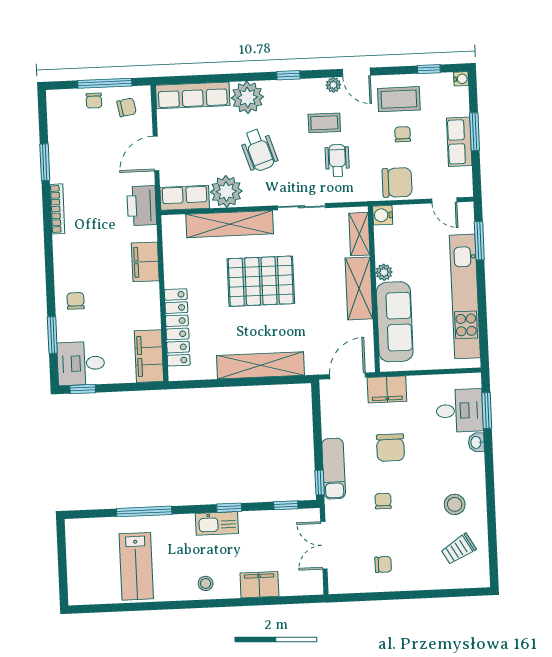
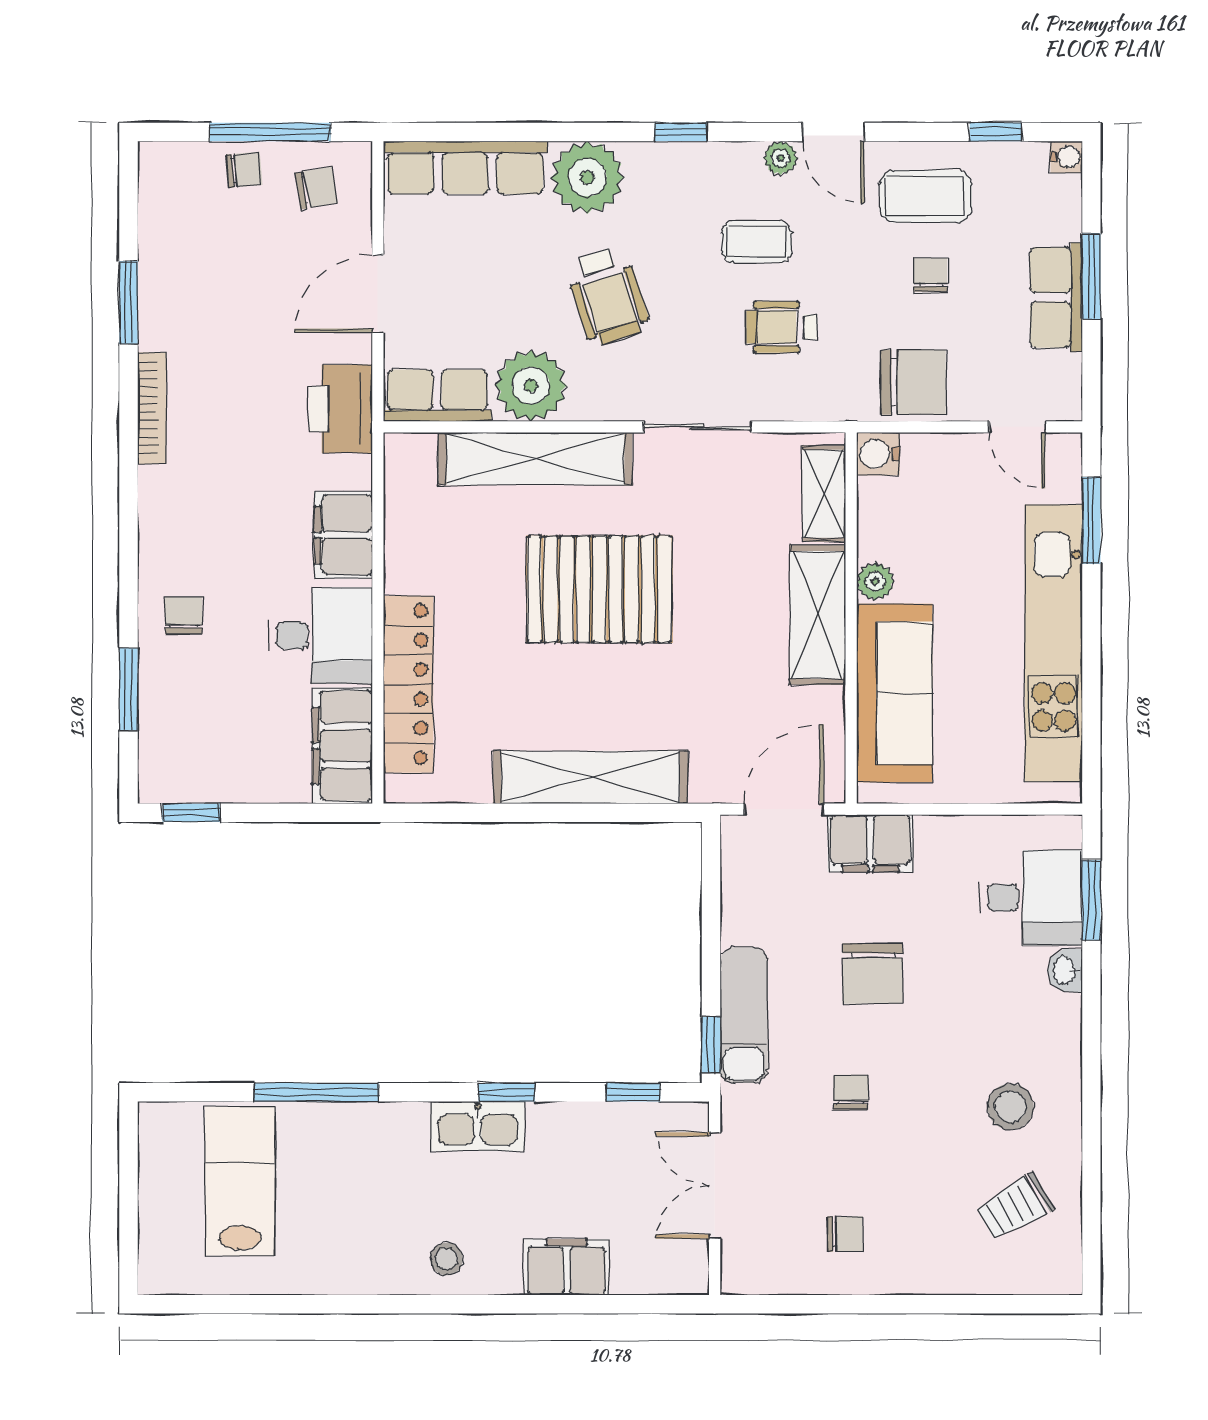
chair: (94, 101) -> (244, 170), turned -95
wheelchair: (337, 160) -> (782, 327), turned -90
desk: (81, 363) -> (320, 636), moved, turned 180
lab bench: (136, 566) -> (240, 1181), moved, turned 180

